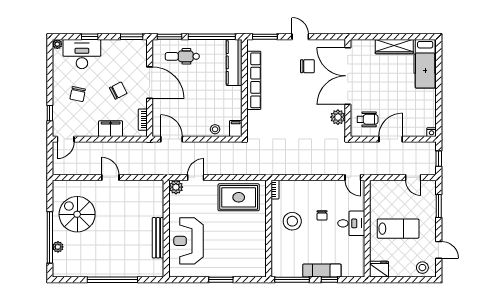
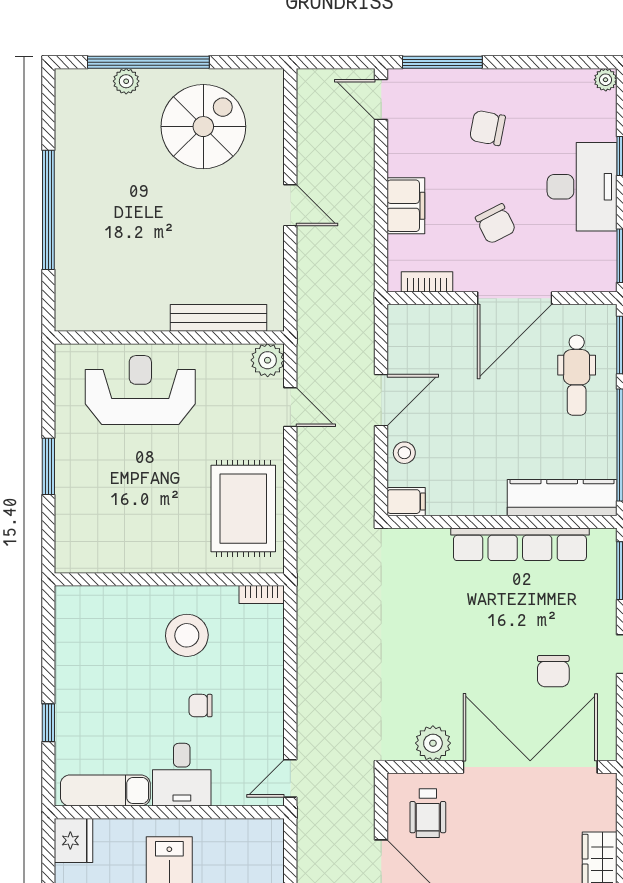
desk: (82, 54) -> (582, 187), moved
dental chair: (182, 56) -> (577, 375), turned 180
window: (50, 113) -> (442, 62), width x2.17
door: (172, 139) -> (381, 400), moved
door: (110, 177) -> (290, 205), hinge flipped
bench: (158, 238) -> (218, 318), moved
exam couch: (322, 271) -> (105, 791), moved, turned -90
window: (292, 280) -> (48, 635), removed

